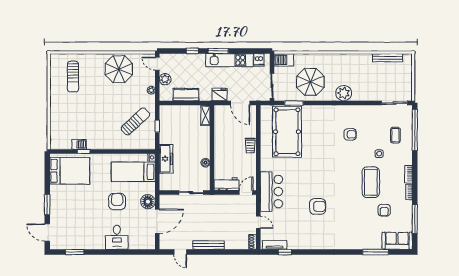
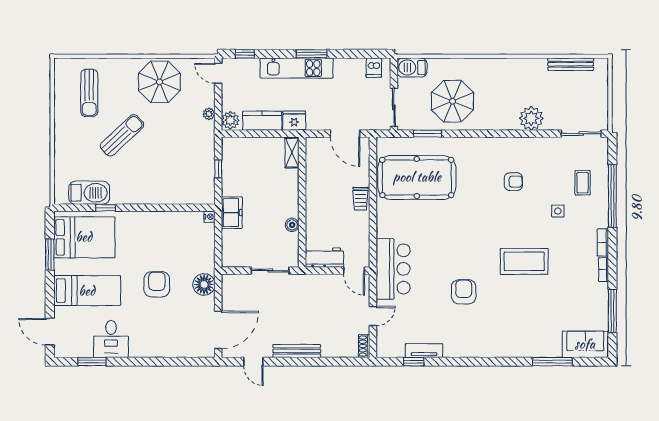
window: (193, 51) -> (245, 54), moved
kitchen unit: (229, 60) -> (297, 68), moved
plant: (165, 79) -> (230, 120), moved
plant: (344, 93) -> (531, 118), moved
fridge: (220, 95) -> (294, 121), moved
sun lounger: (135, 121) -> (122, 135), moved
window: (415, 130) -> (612, 196), moved
pool table: (287, 132) -> (417, 177), turned 90
barbecue: (79, 144) -> (89, 193), width x1.88, depth x1.53
freezer: (166, 159) -> (232, 213), width x0.71
bed: (133, 172) -> (87, 291), moved, turned 180
coffee table: (371, 182) -> (524, 261), moved, turned 90
door: (246, 193) -> (354, 271), swing flipped
window: (47, 205) -> (50, 255), moved
armchair: (318, 206) -> (464, 292), turned -90
armchair: (384, 210) -> (566, 297), removed
door: (157, 221) -> (218, 330), moved
door: (258, 222) -> (373, 316), hinge flipped
desk: (117, 237) -> (111, 339), moved
tv unit: (275, 245) -> (424, 351), moved

